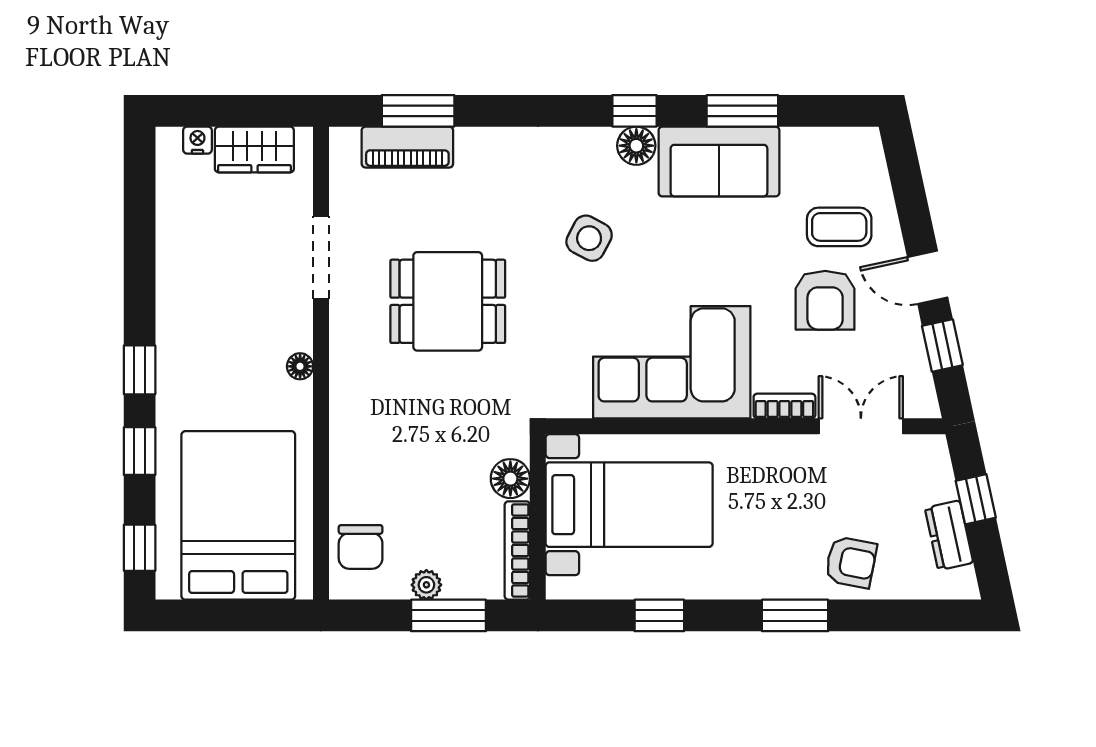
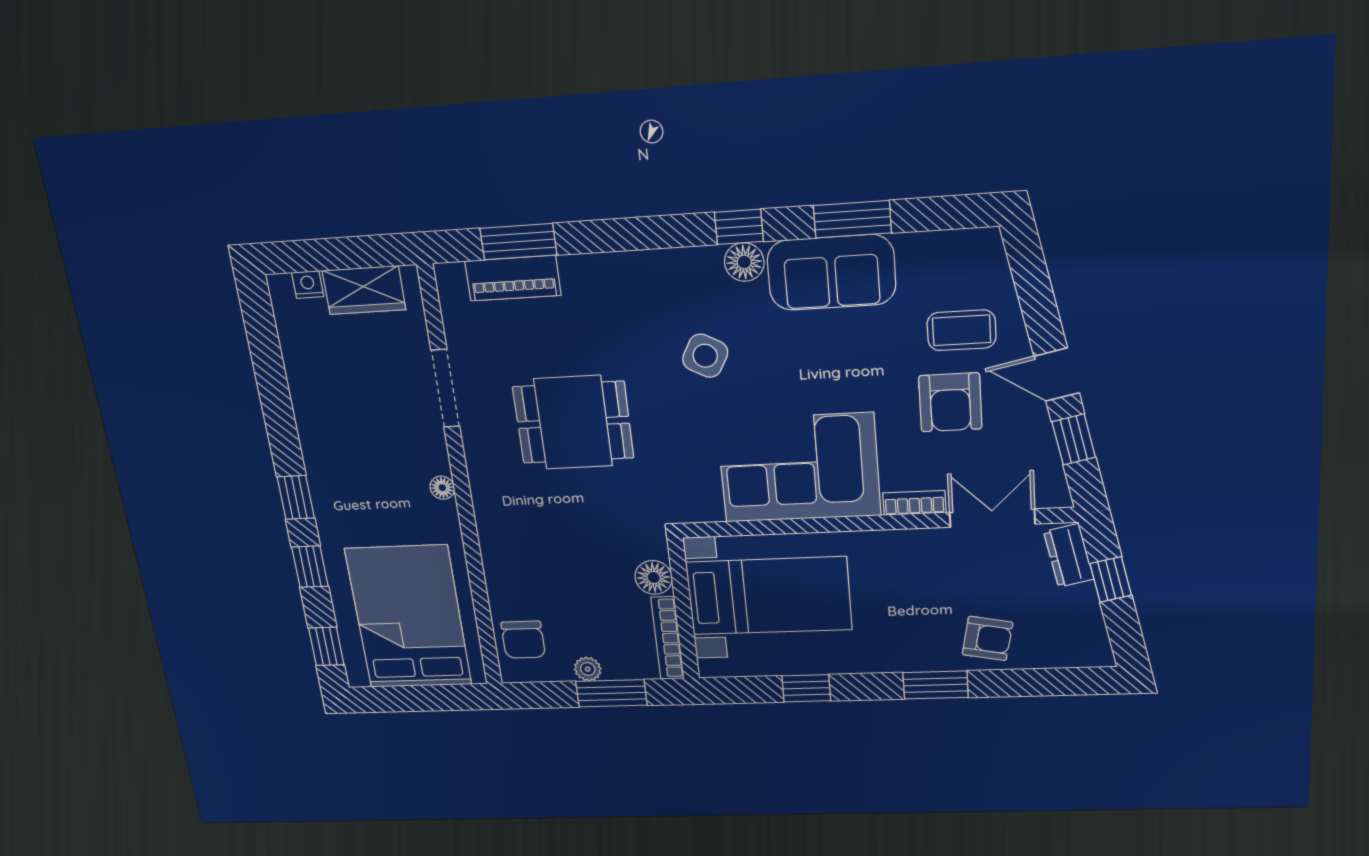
dresser: (949, 535) -> (1069, 555), moved

